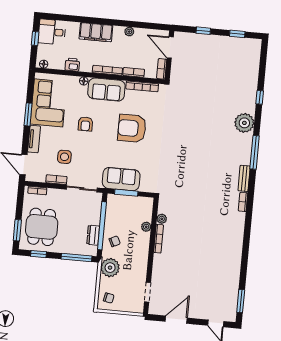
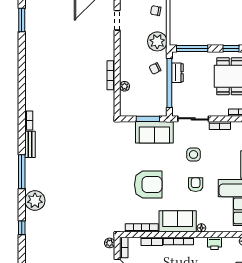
side table: (64, 157) -> (194, 154), moved
plant: (162, 219) -> (110, 243), moved

